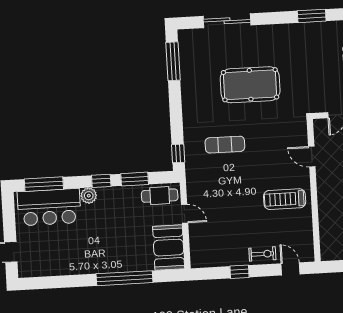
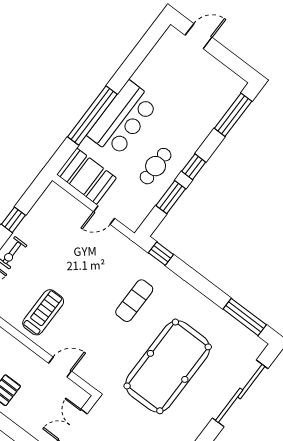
sliding door: (227, 21) -> (240, 393), width x1.36
pool table: (250, 85) -> (168, 366), width x1.36, depth x1.32
plant: (89, 196) -> (190, 145), removed
cafe table: (160, 196) -> (156, 166), moved
bar counter: (49, 207) -> (123, 119), moved, turned 180

